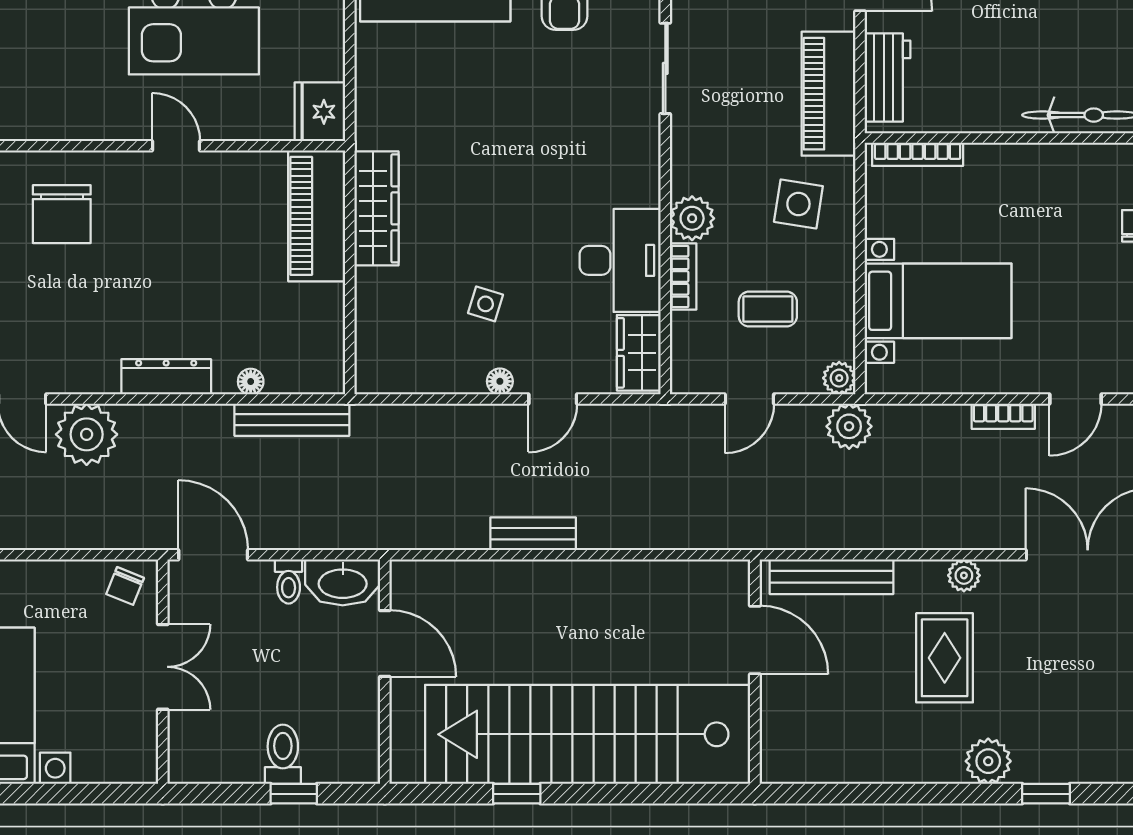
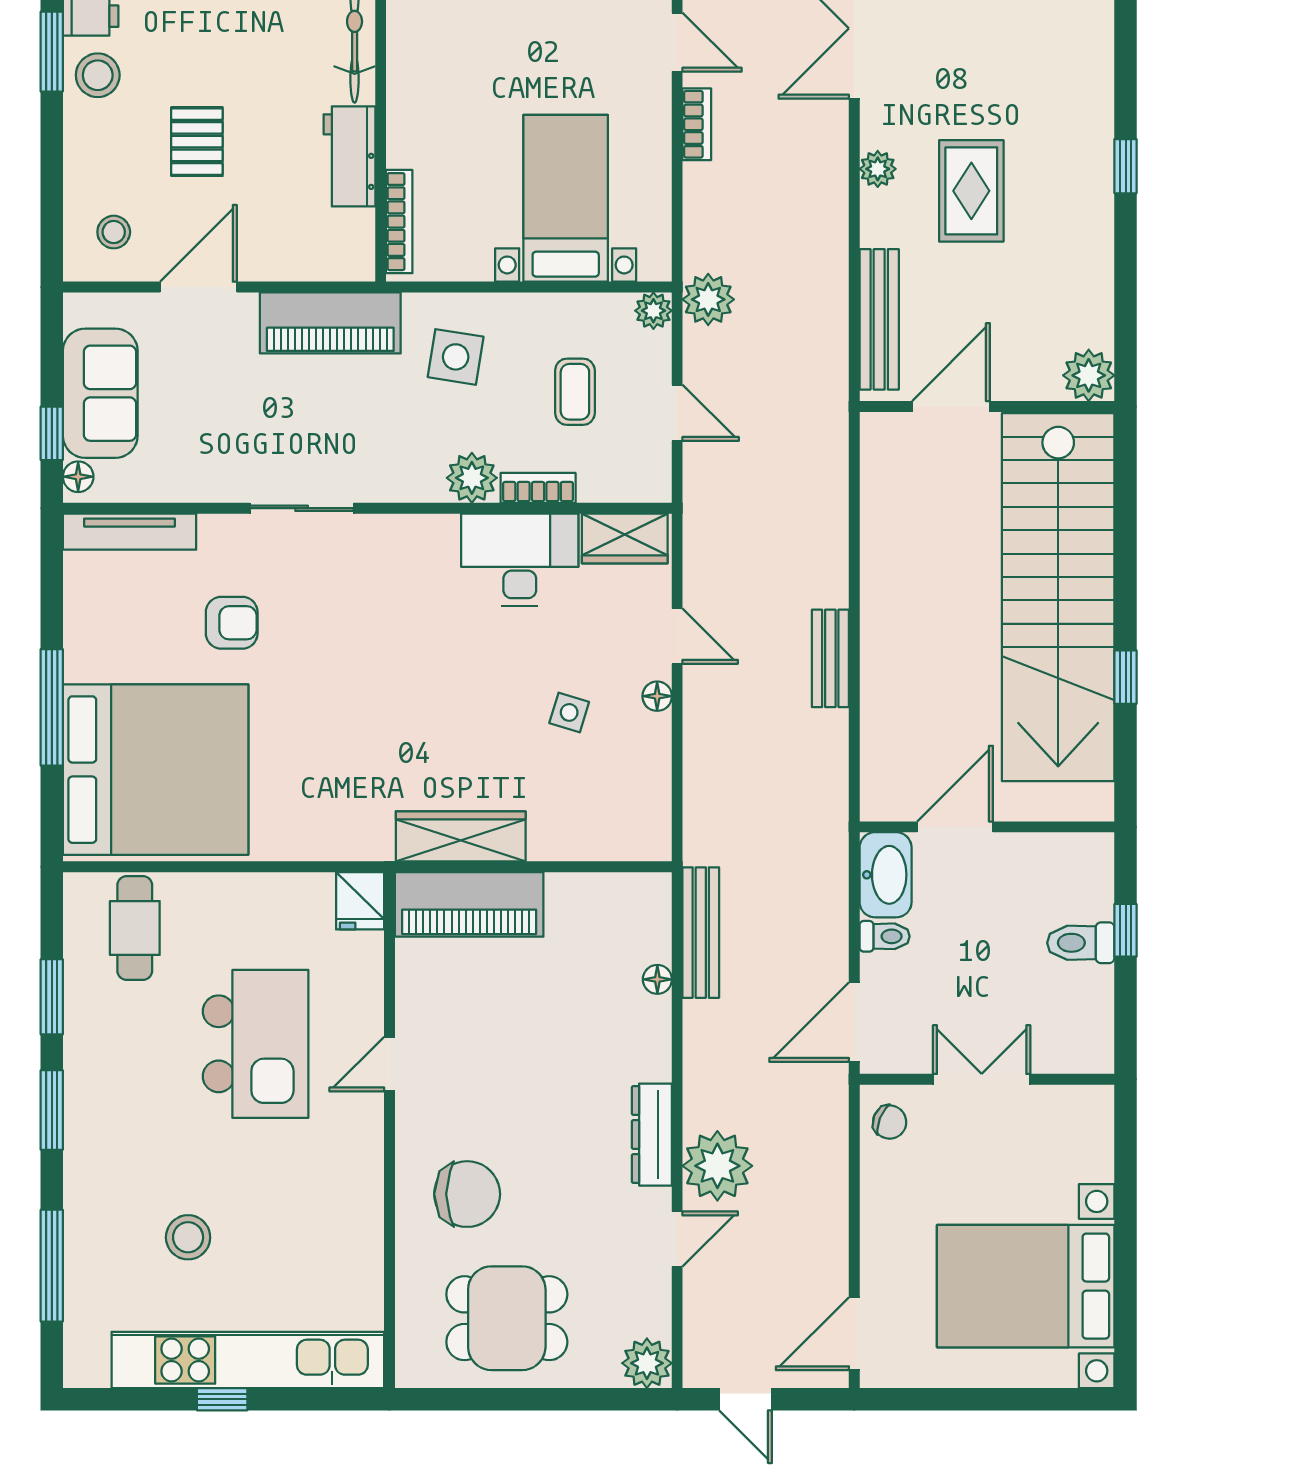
workbench: (887, 78) -> (349, 156), moved, turned -90
fridge: (320, 112) -> (360, 901), width x0.72
dresser: (166, 377) -> (652, 1135), moved
rug: (945, 658) -> (971, 191), turned 90
plant: (988, 761) -> (1089, 375), moved
window: (1046, 794) -> (1126, 166), moved

